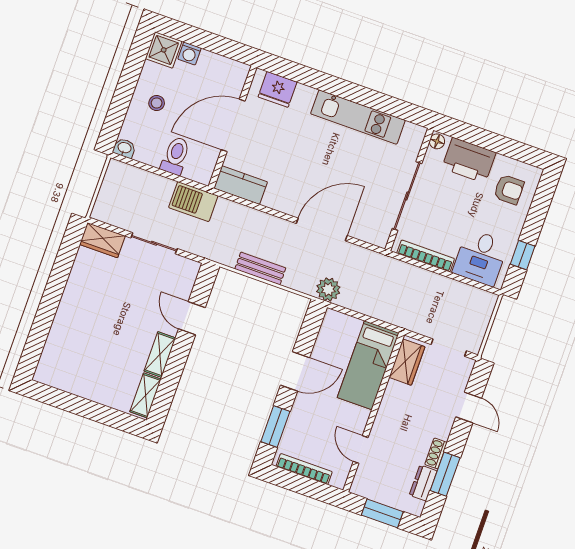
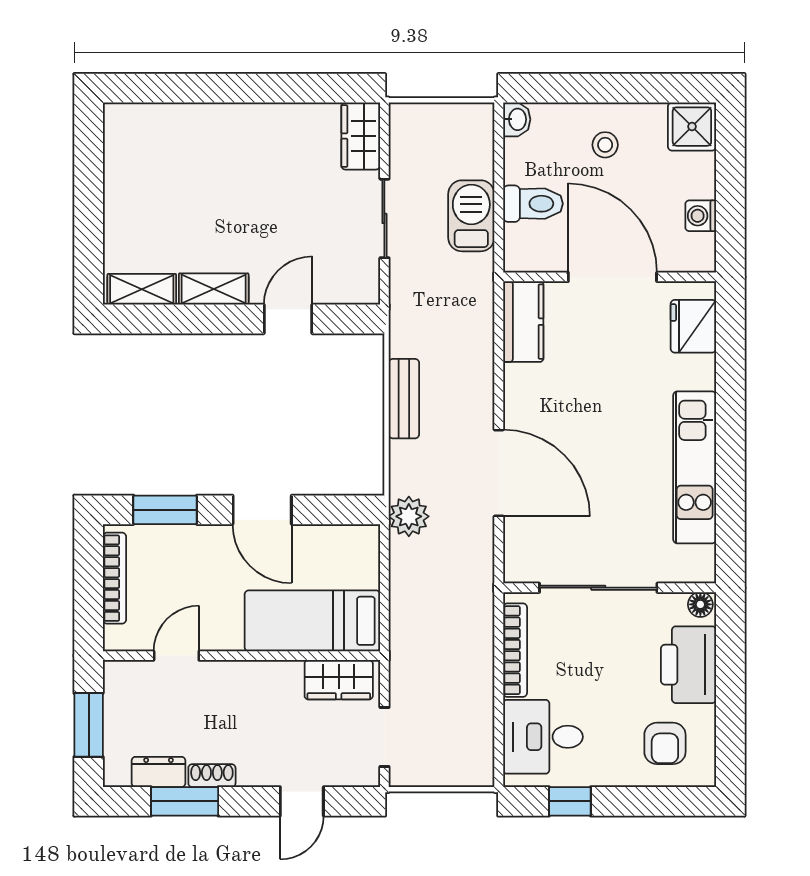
washing machine: (189, 54) -> (701, 216), moved
barbecue: (193, 202) -> (471, 216), moved

